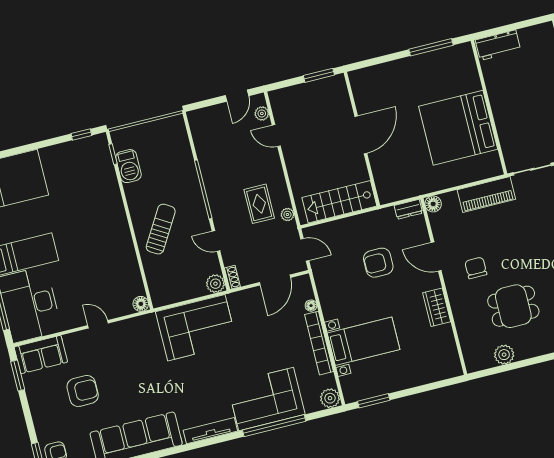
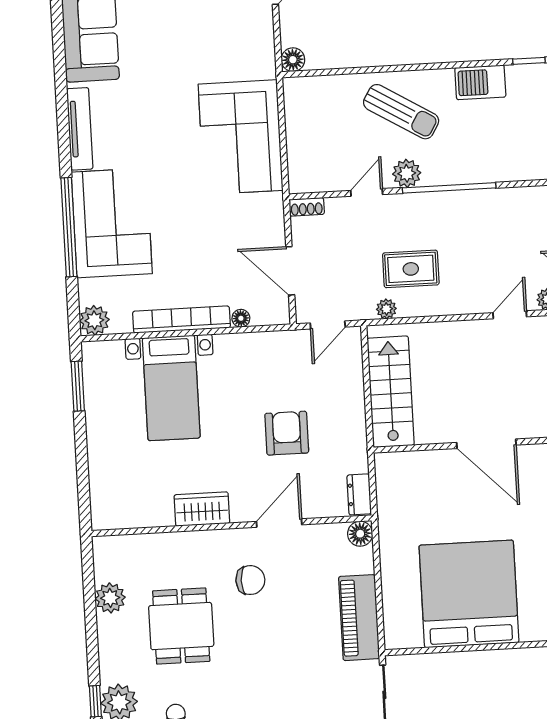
barbecue: (128, 166) -> (480, 82), moved
plant: (215, 284) -> (407, 173), moved

